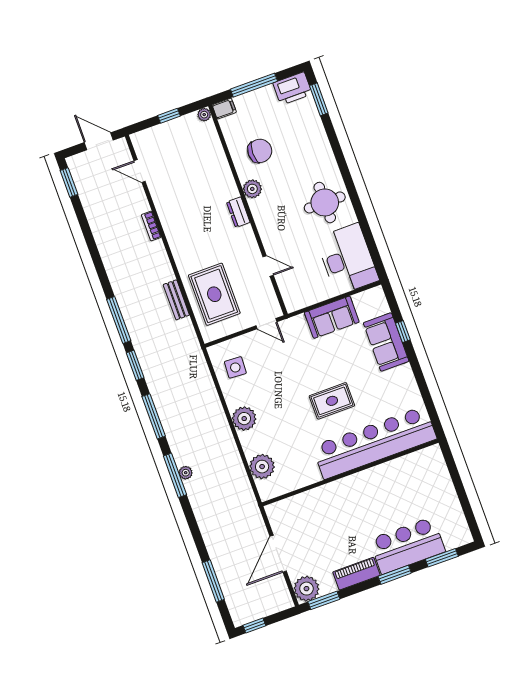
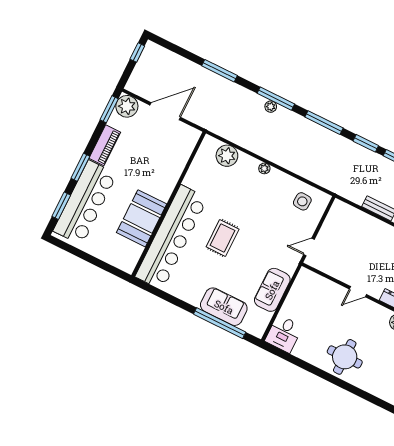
desk: (347, 259) -> (284, 334), width x0.53, depth x0.77
door: (268, 266) -> (358, 292), moved
rug: (214, 294) -> (359, 234), removed
window: (403, 332) -> (220, 323), width x3.17
plant: (244, 419) -> (264, 168), width x0.53, depth x0.53
booth: (384, 483) -> (142, 218), added
bar counter: (407, 545) -> (85, 202), width x1.36
door: (278, 554) -> (165, 111), hinge flipped
window: (213, 581) -> (219, 71), moved

